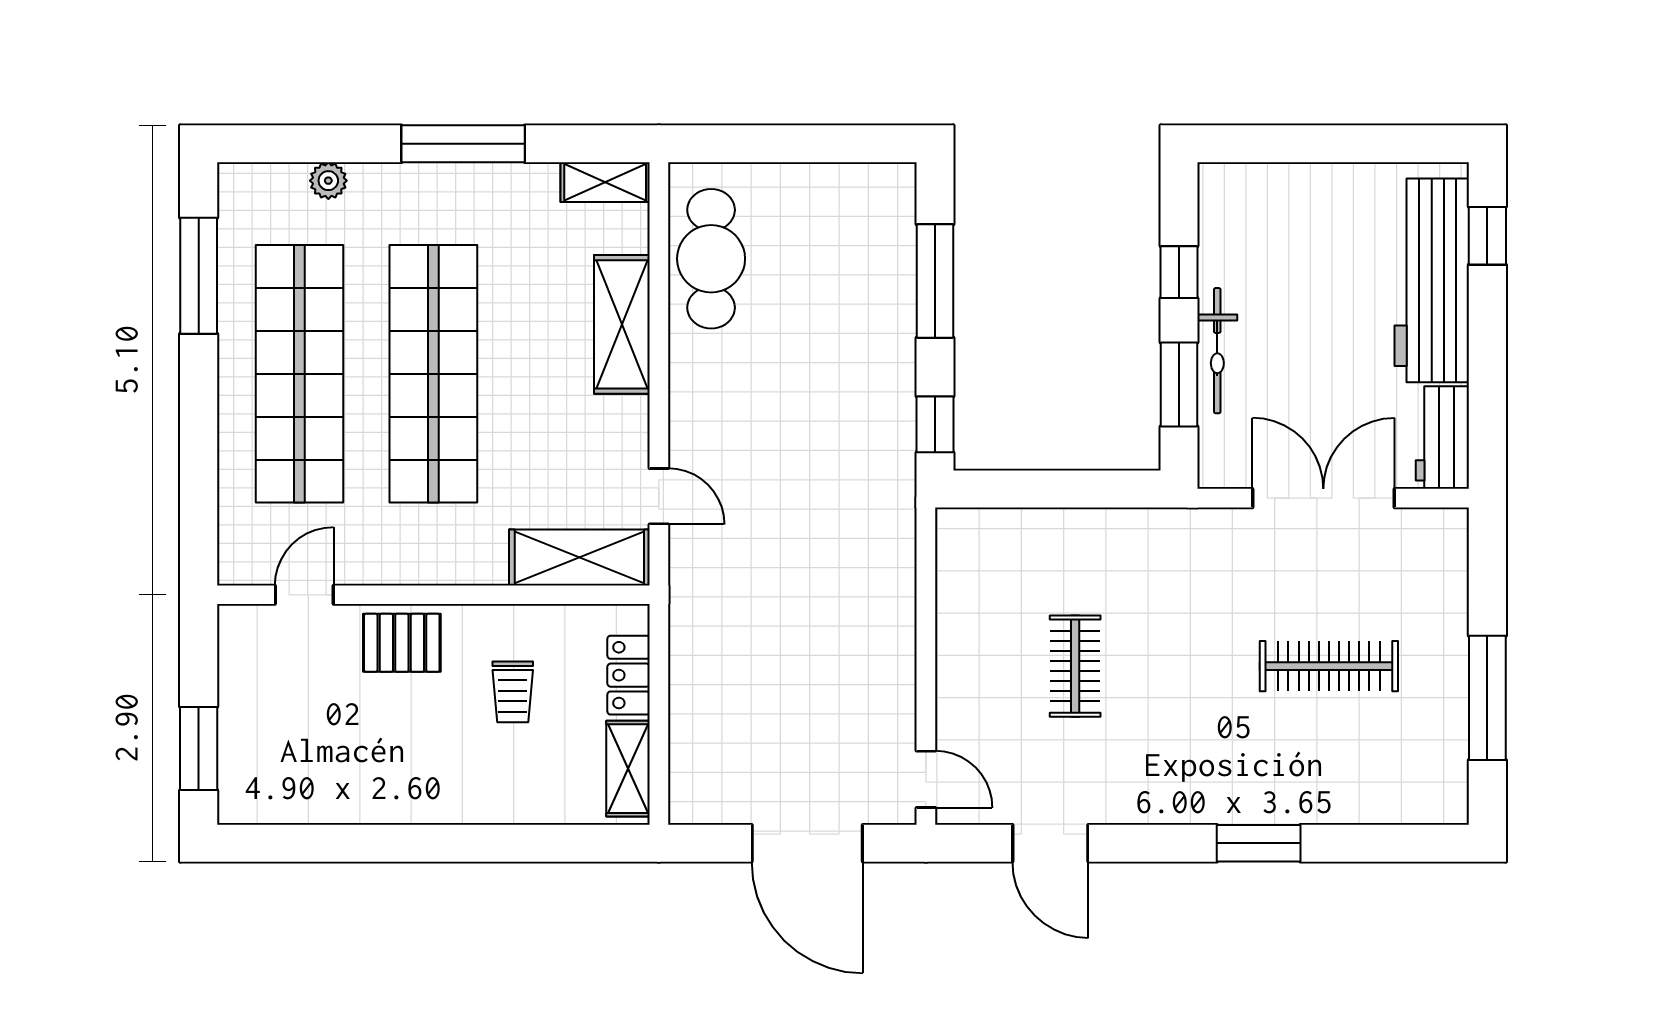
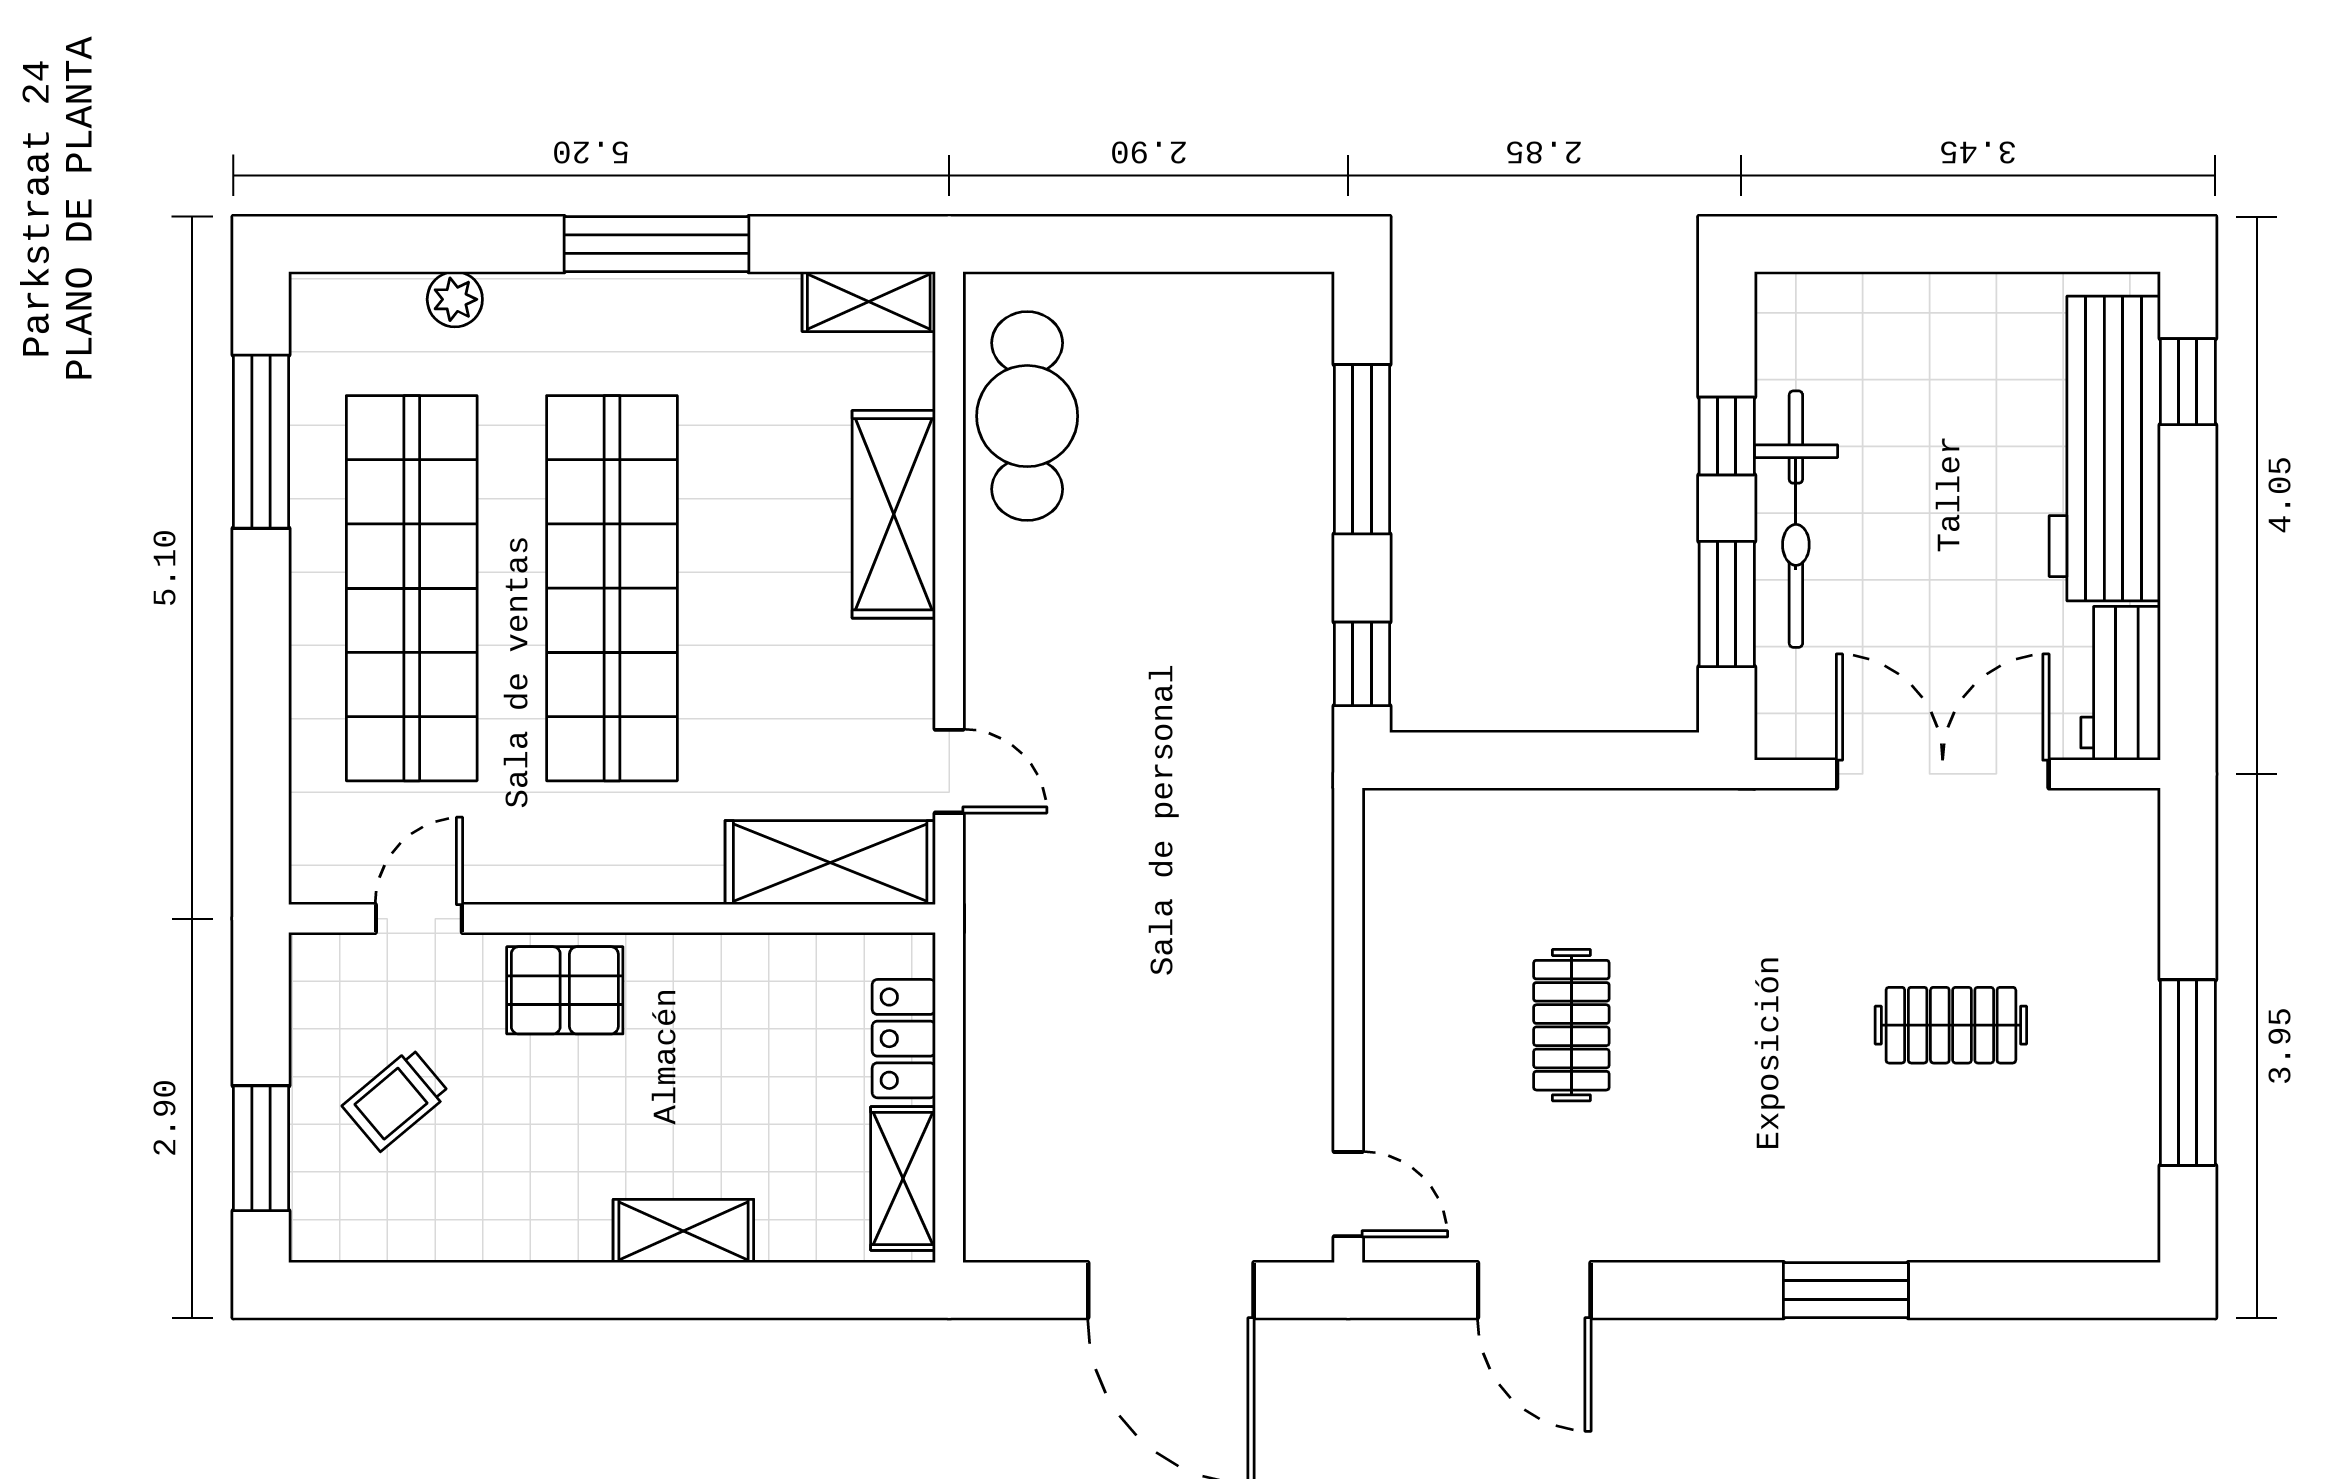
bicycle: (1217, 351) -> (1796, 519), width x1.37, depth x1.40
clothes rail: (1329, 666) -> (1951, 1025), width x0.73
trolley: (513, 692) -> (396, 1100), moved, turned 50
shelving: (481, 804) -> (683, 1231), added

